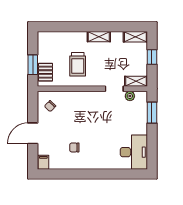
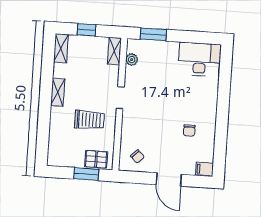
doorway: (114, 89) -> (120, 98), moved

